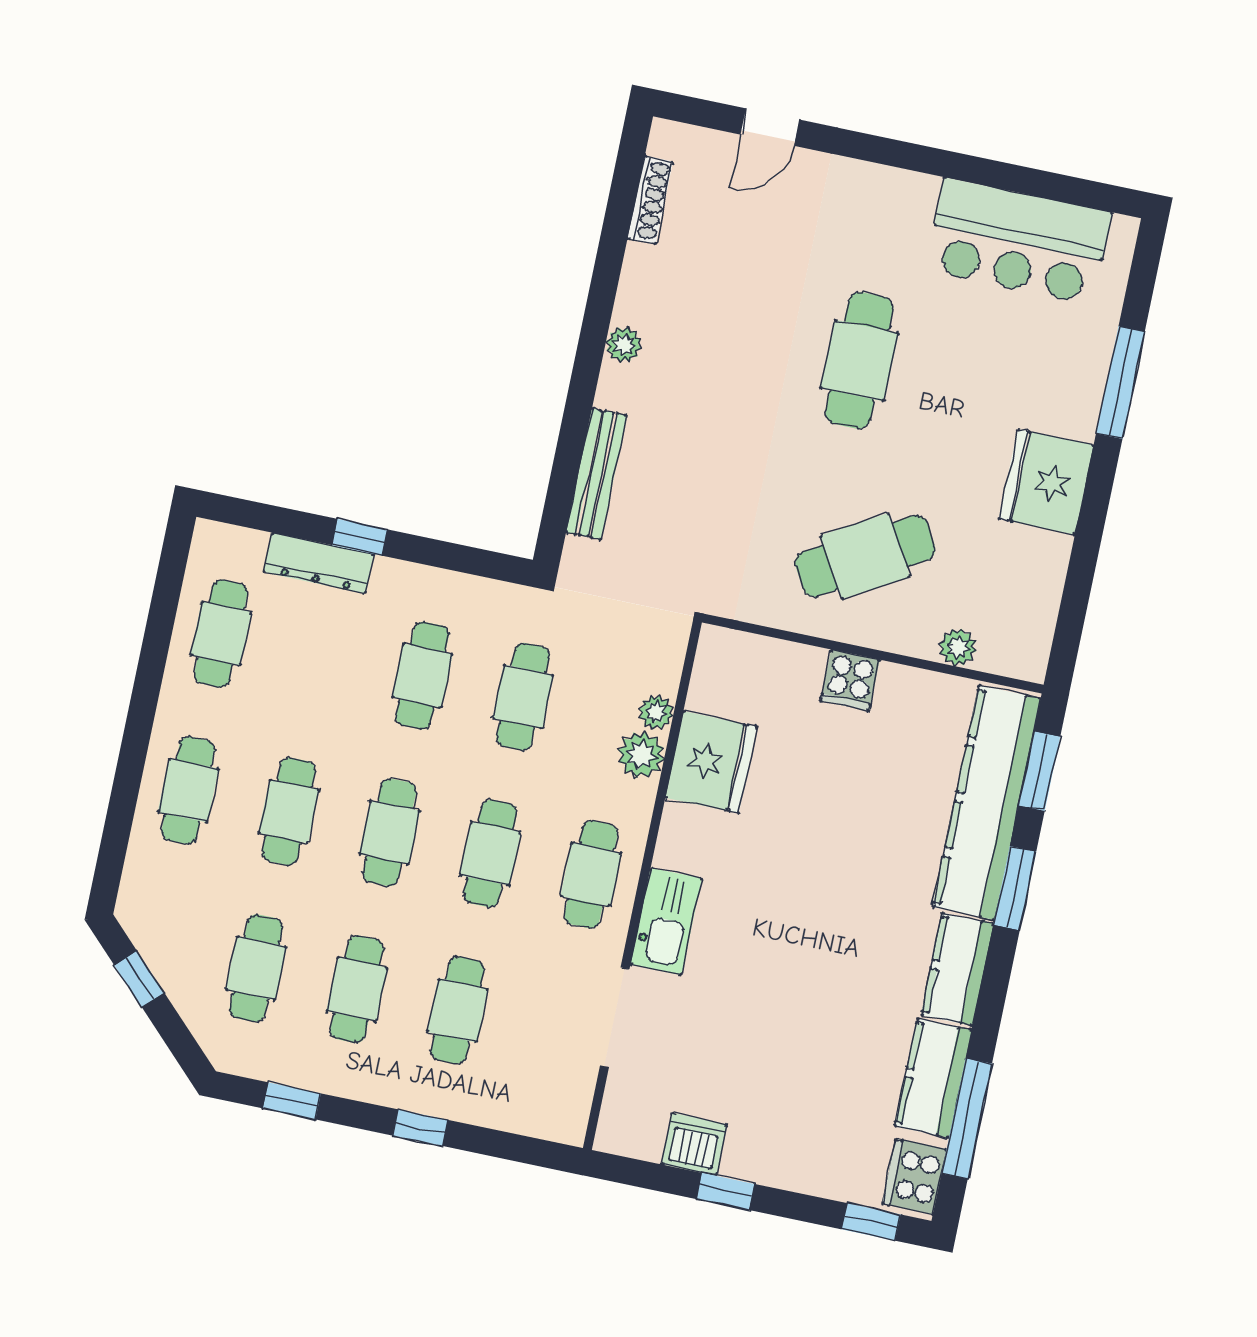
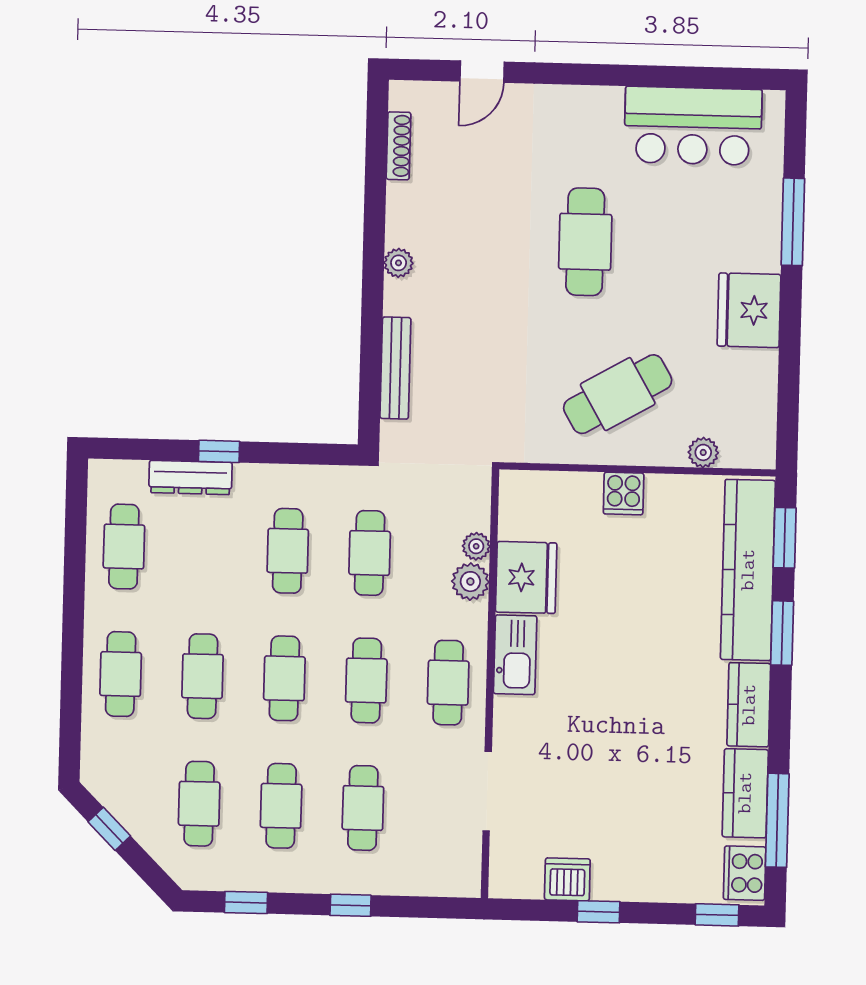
kitchen sink: (666, 921) -> (515, 655), moved

